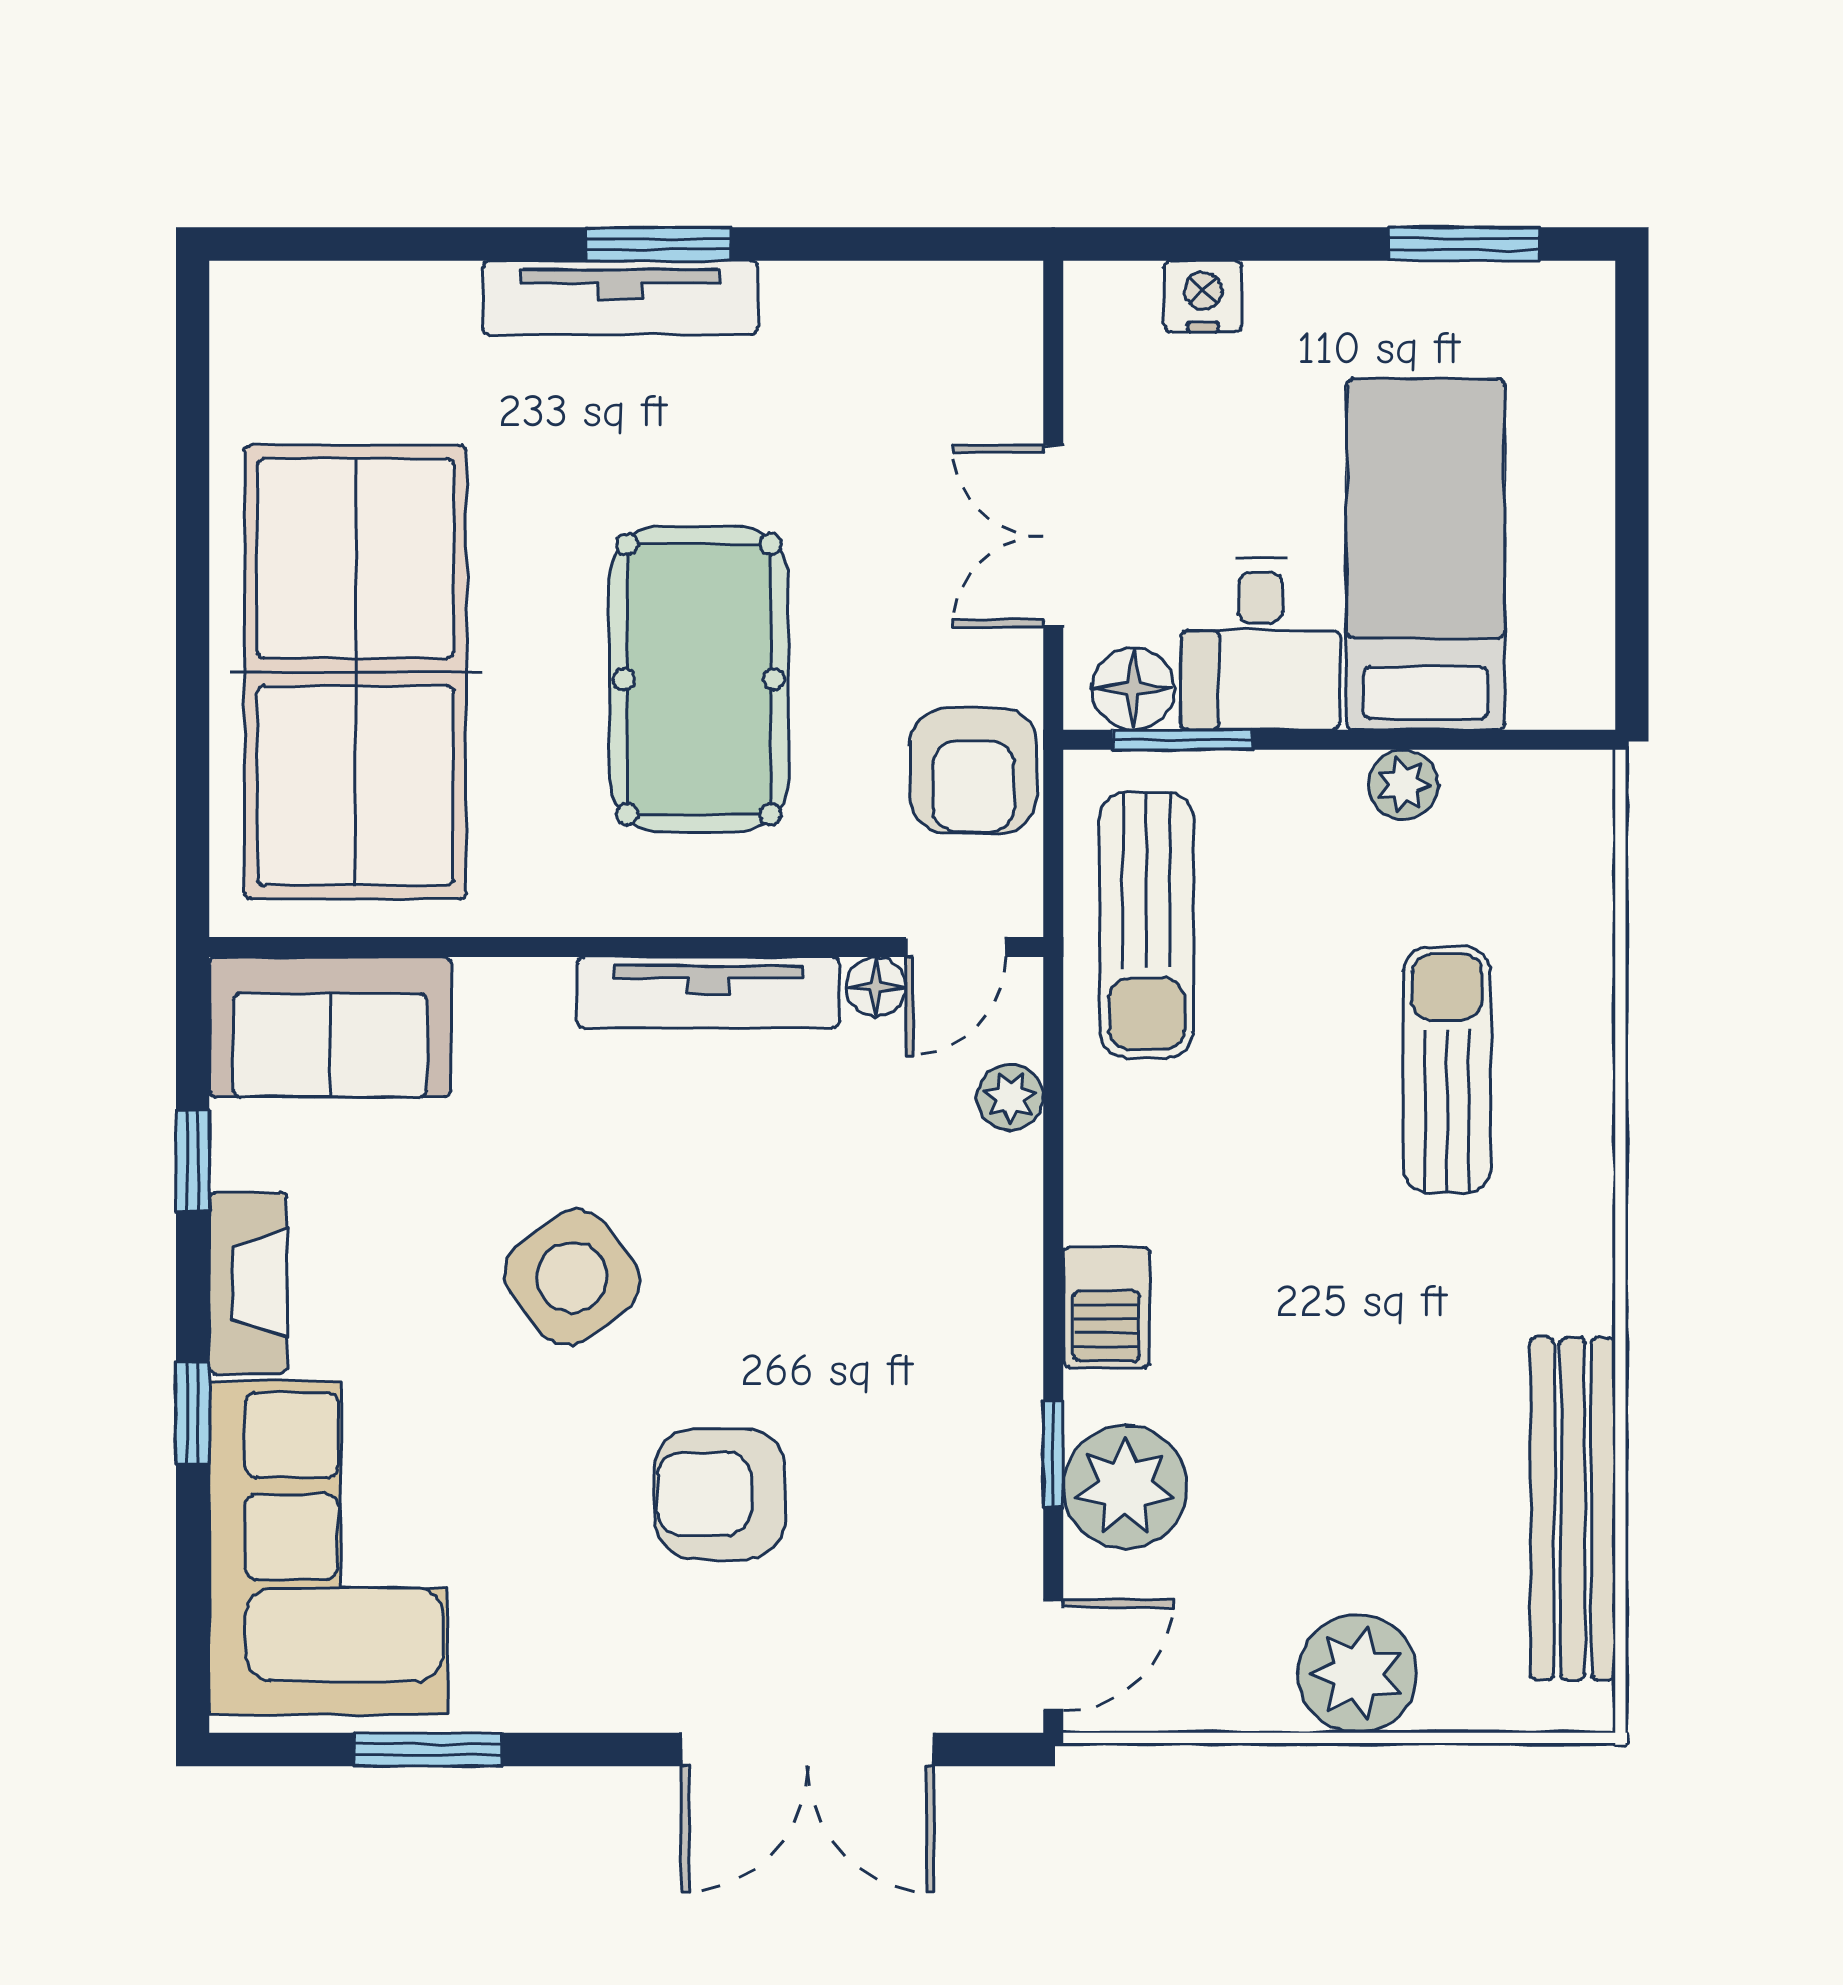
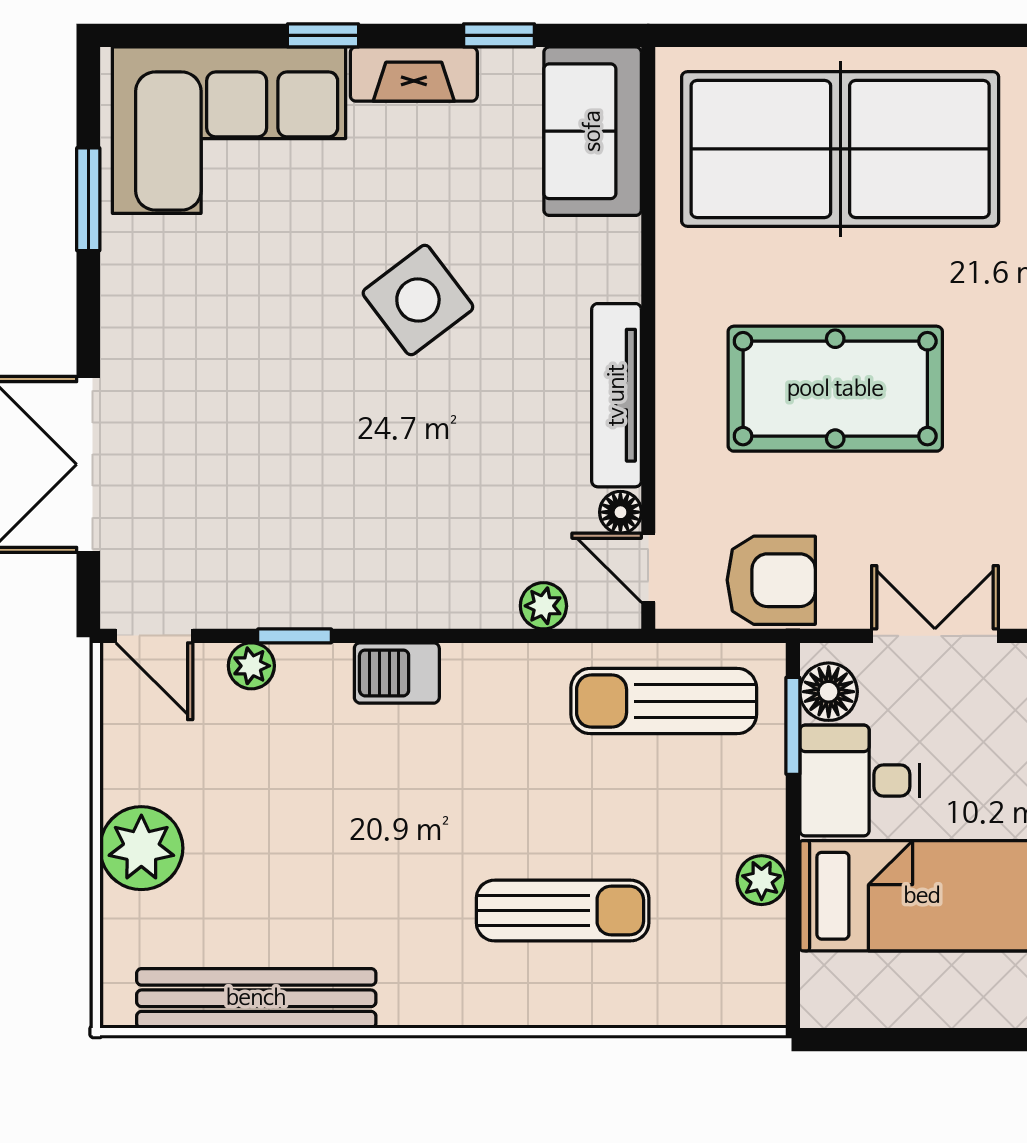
armchair: (973, 771) -> (771, 580), turned 180
plant: (1125, 1487) -> (251, 666), width x0.53, depth x0.53
armchair: (720, 1494) -> (267, 403), removed

